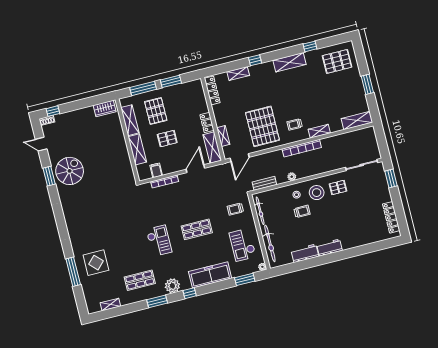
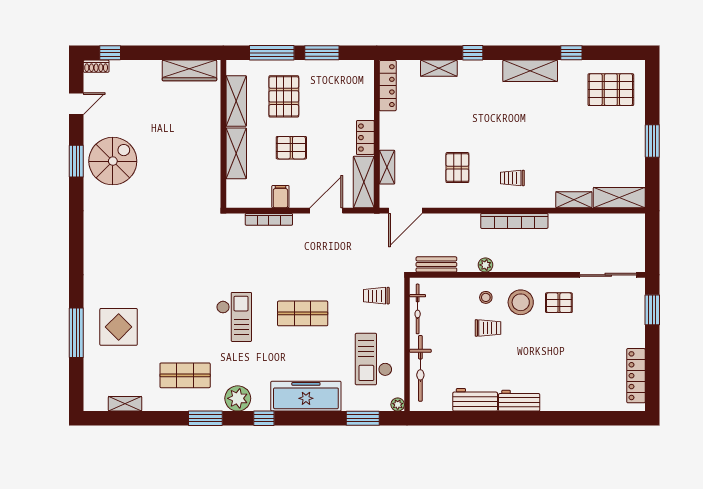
wardrobe: (105, 108) -> (189, 70), width x1.50
pallet: (262, 126) -> (457, 168), width x0.49, depth x0.50
shelving: (319, 131) -> (574, 200), moved
door: (41, 144) -> (76, 104), swing flipped
filing cabinet: (156, 170) -> (280, 197), moved

